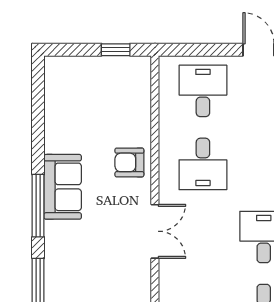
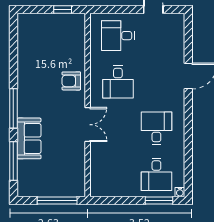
desk: (203, 91) -> (118, 36), turned -90
sofa: (63, 187) -> (29, 138), moved

